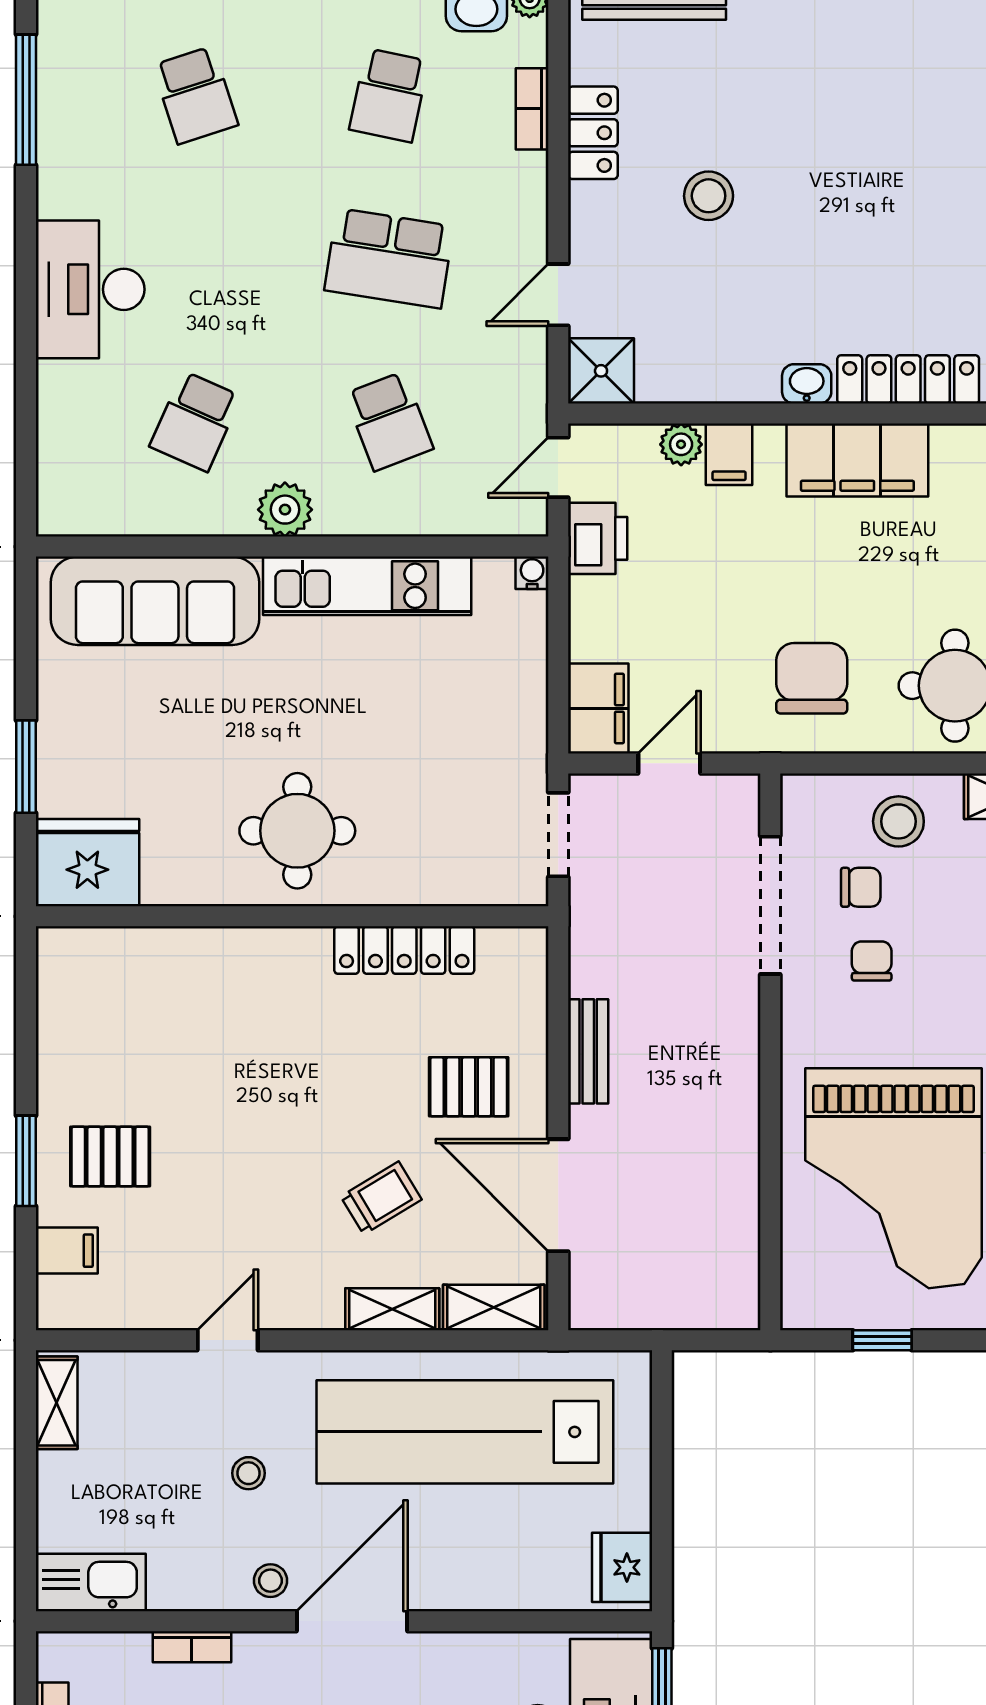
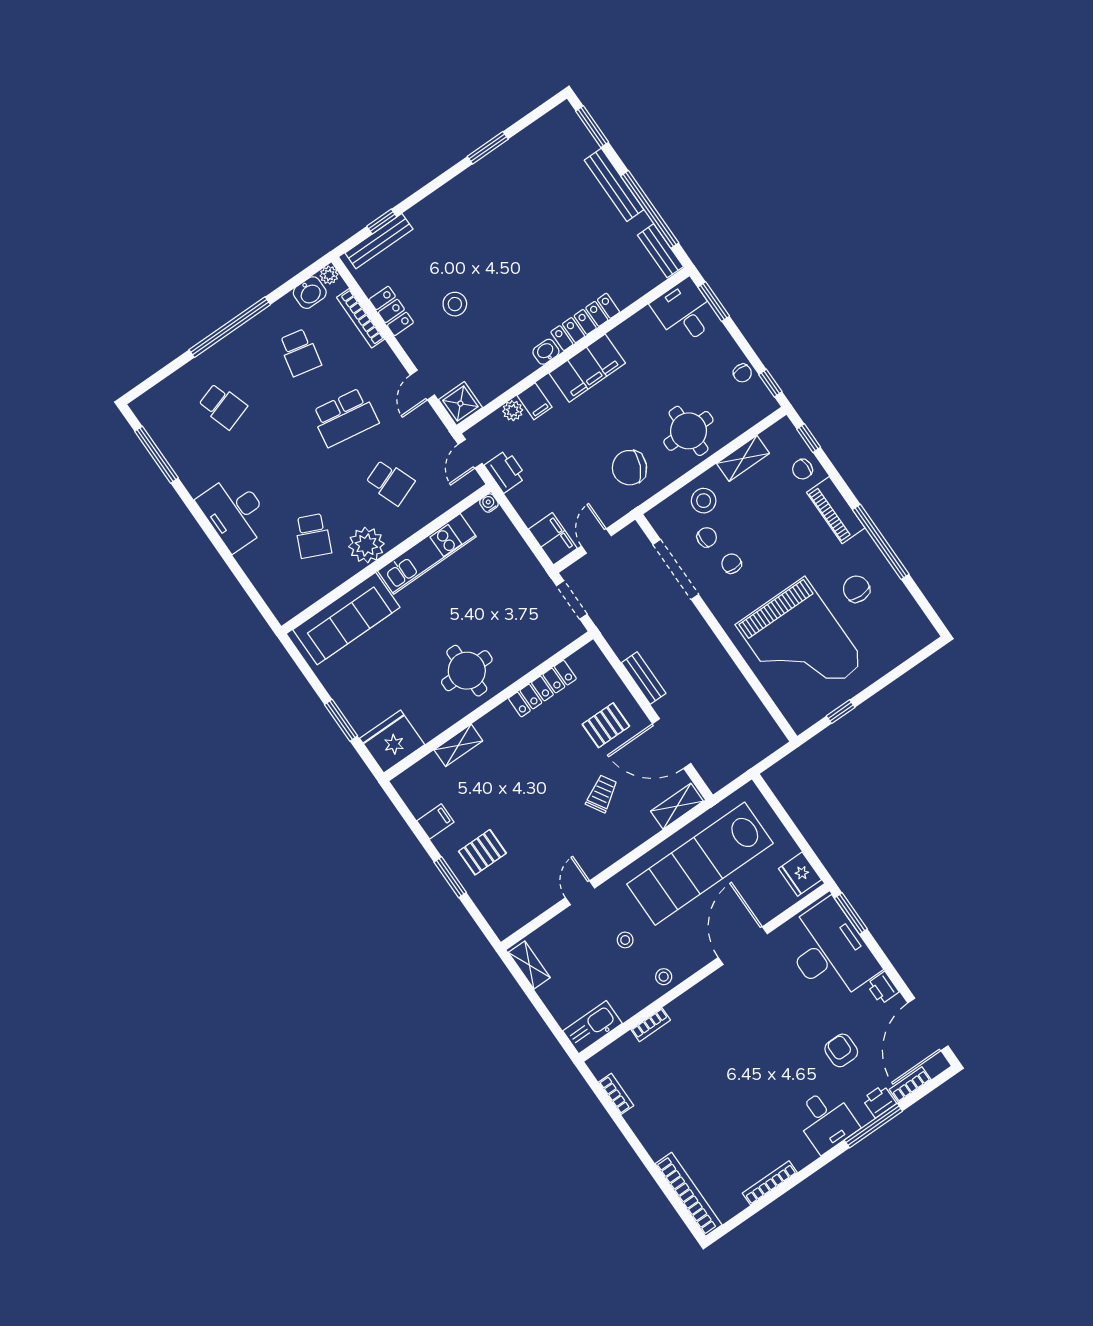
bookcase: (532, 109) -> (361, 318), width x1.56
plant: (285, 510) -> (366, 545), width x1.36, depth x1.36
chair: (812, 678) -> (629, 468), turned -65
filing cabinet: (67, 1251) -> (435, 821), moved
shelving: (392, 1309) -> (458, 745), moved
door: (352, 1621) -> (743, 946), moved

